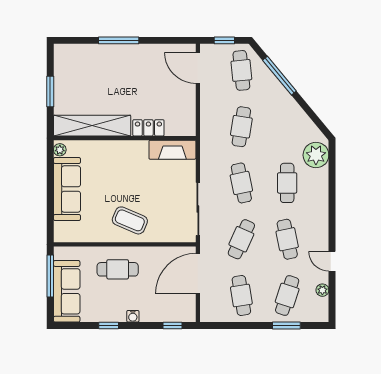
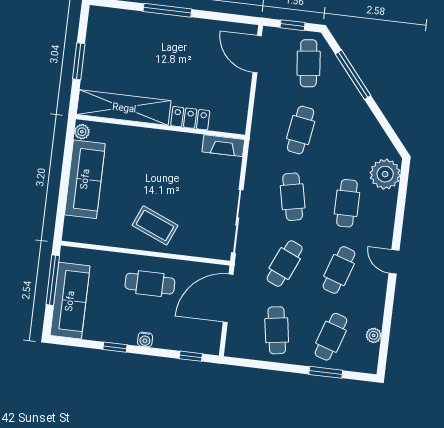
fireplace: (172, 150) -> (223, 146), width x0.73, depth x0.76
cafe table: (287, 239) -> (339, 270), turned 30
door: (332, 261) -> (394, 262), moved
cafe table: (118, 269) -> (150, 284), moved

